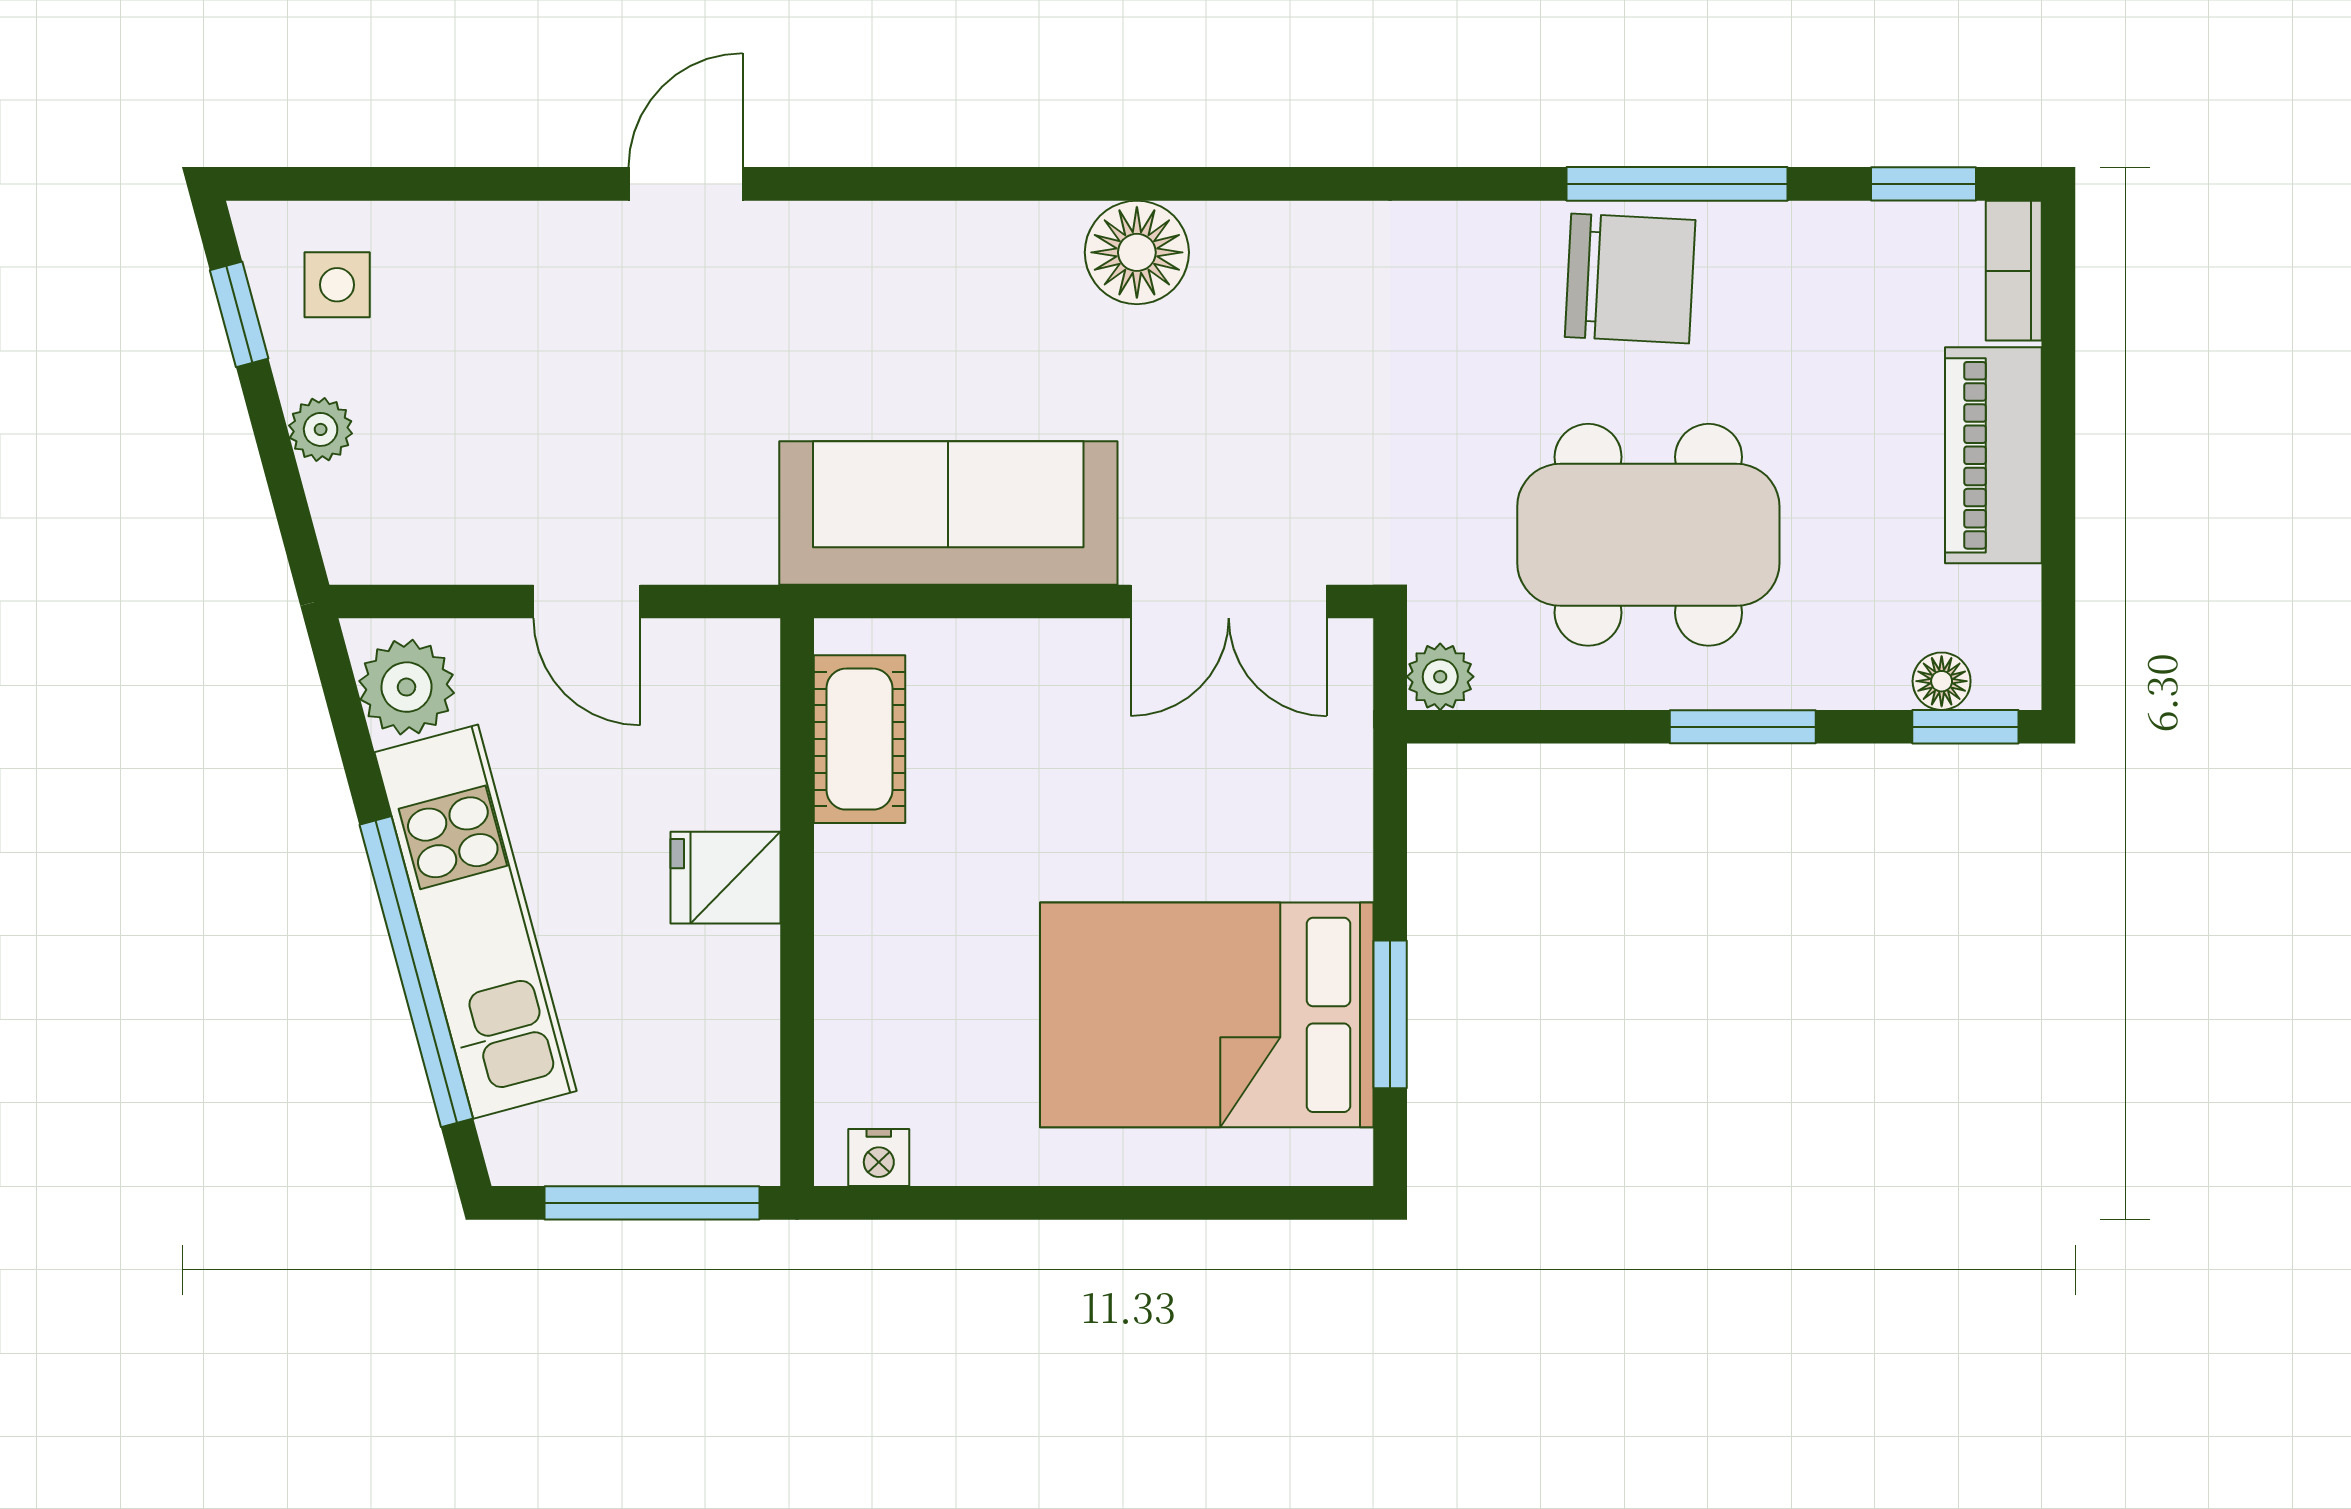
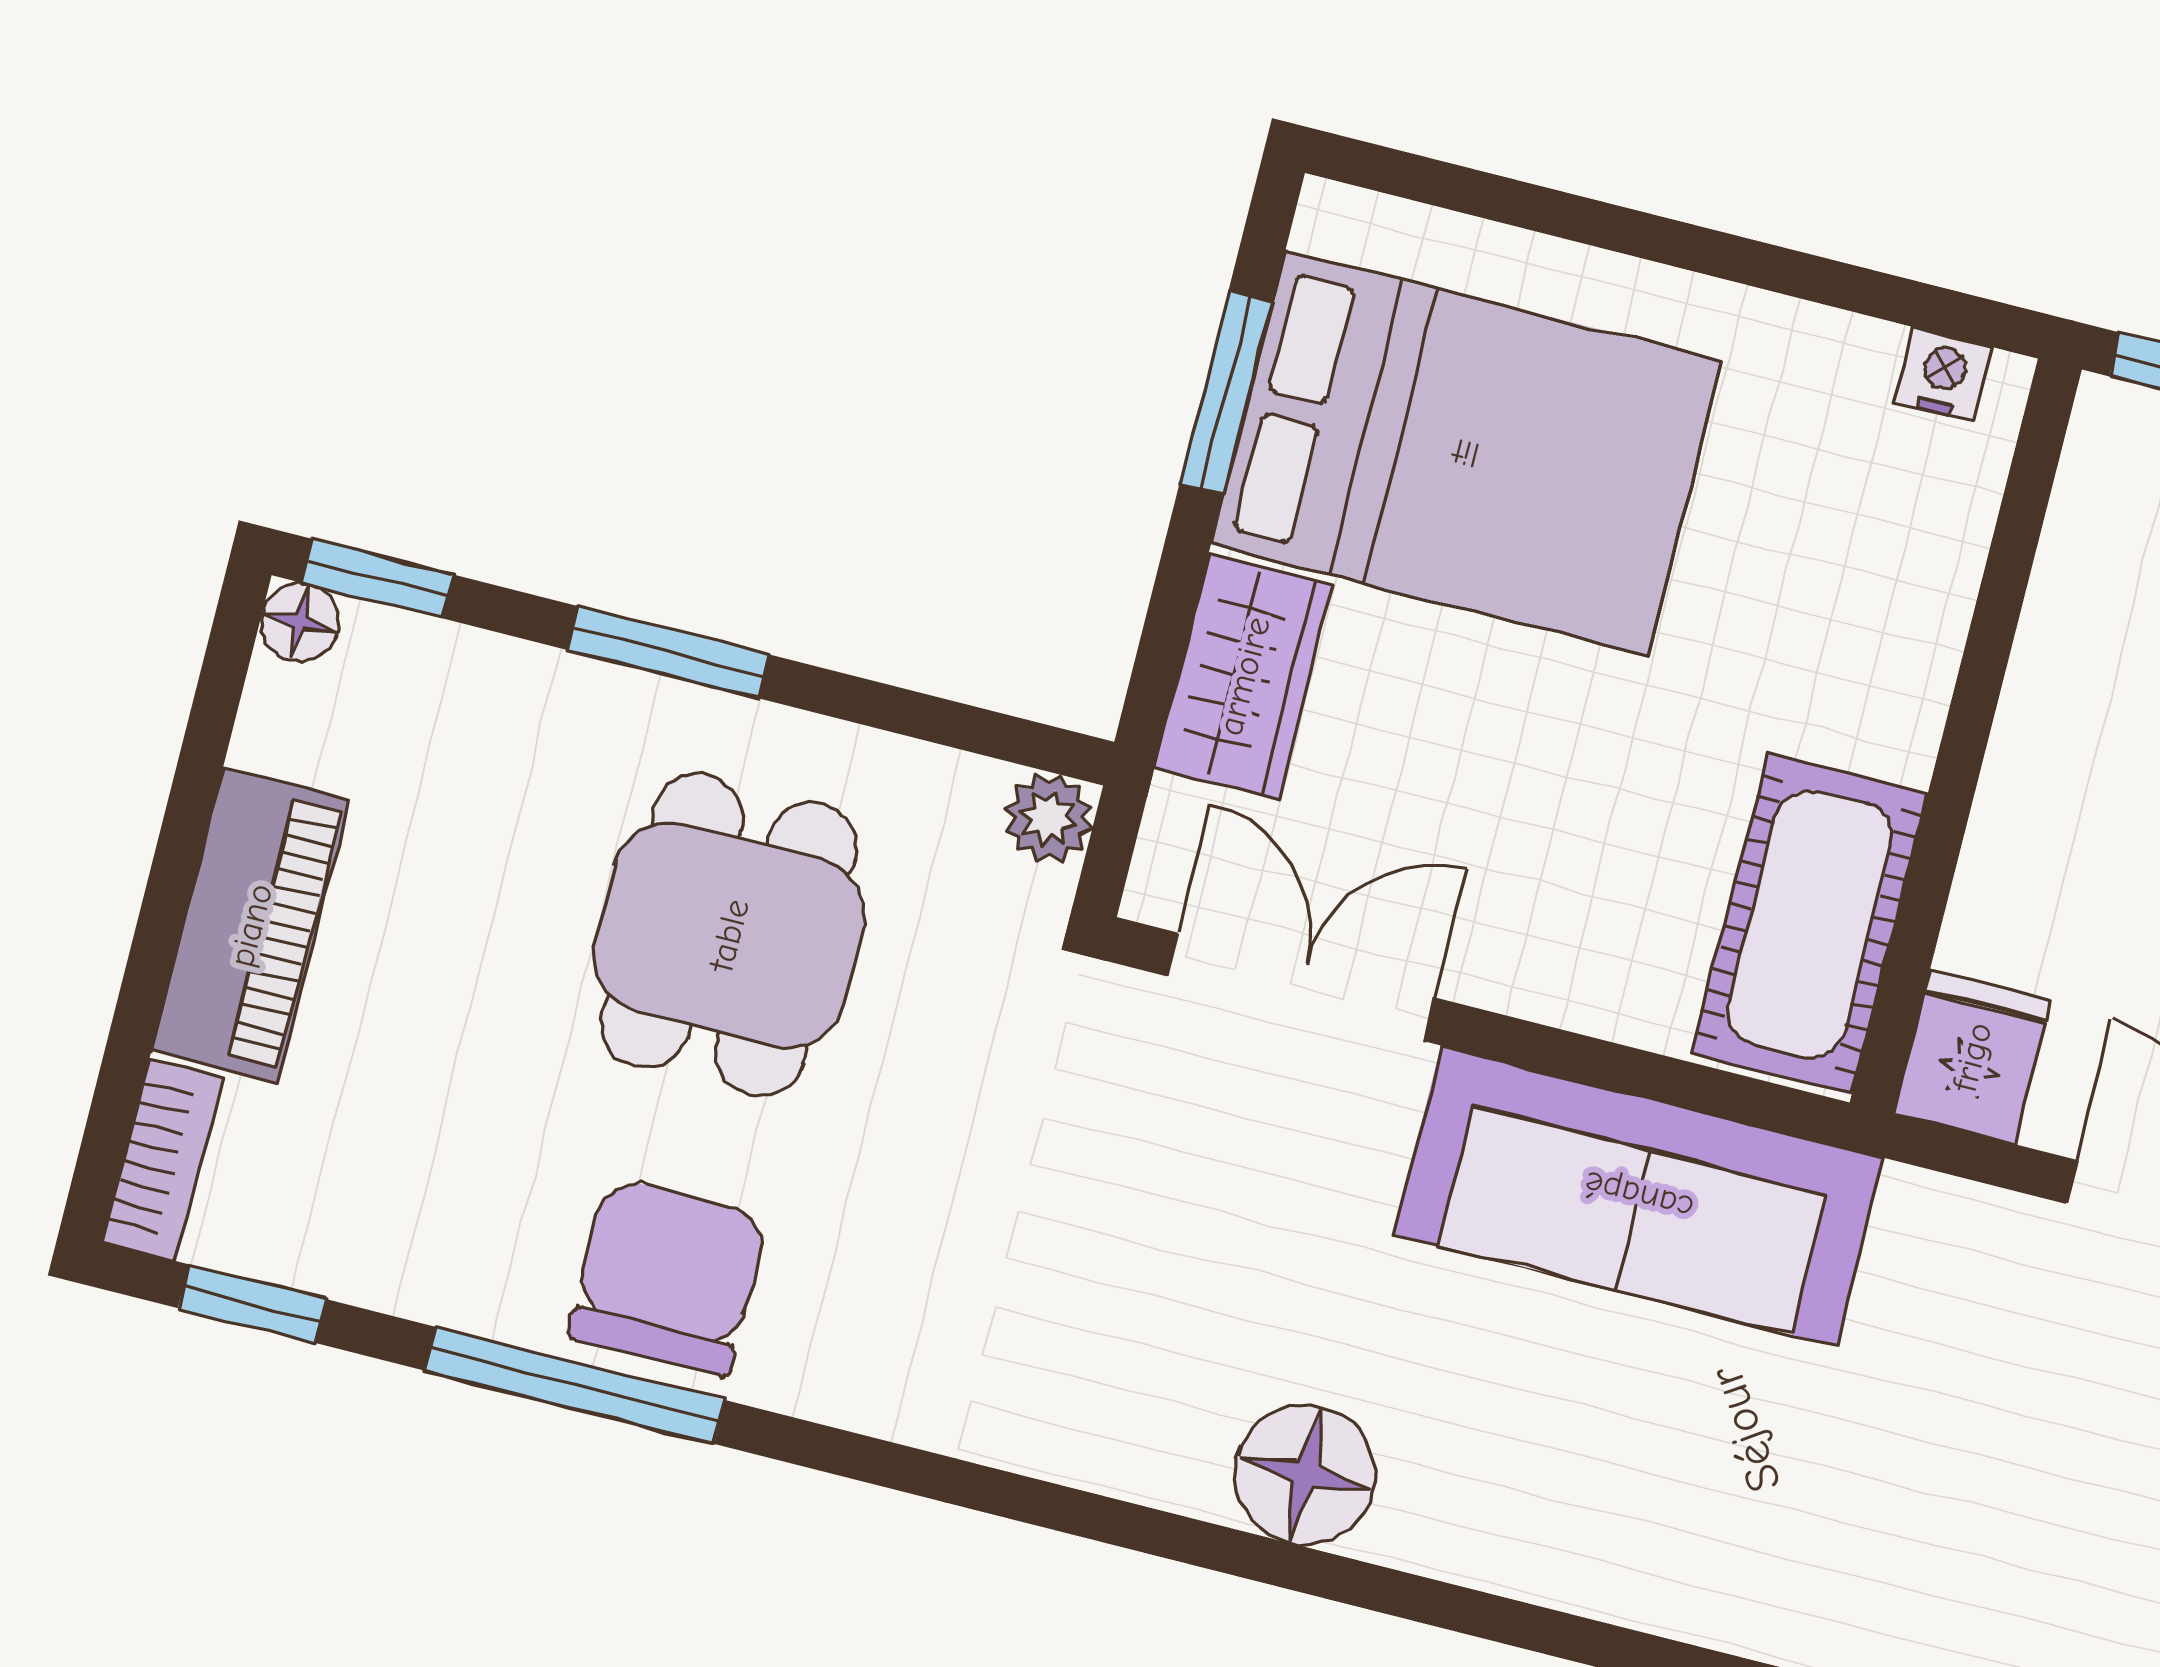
chair: (1630, 278) -> (668, 1277), turned 87
dining table: (1648, 535) -> (729, 935), width x0.73
floor lamp: (1942, 681) -> (300, 622), moved
cot: (859, 739) -> (1810, 924), width x1.37, depth x1.34
wardrobe: (1326, 814) -> (1244, 676), added
fridge: (725, 878) -> (1972, 1057), moved, turned -90

